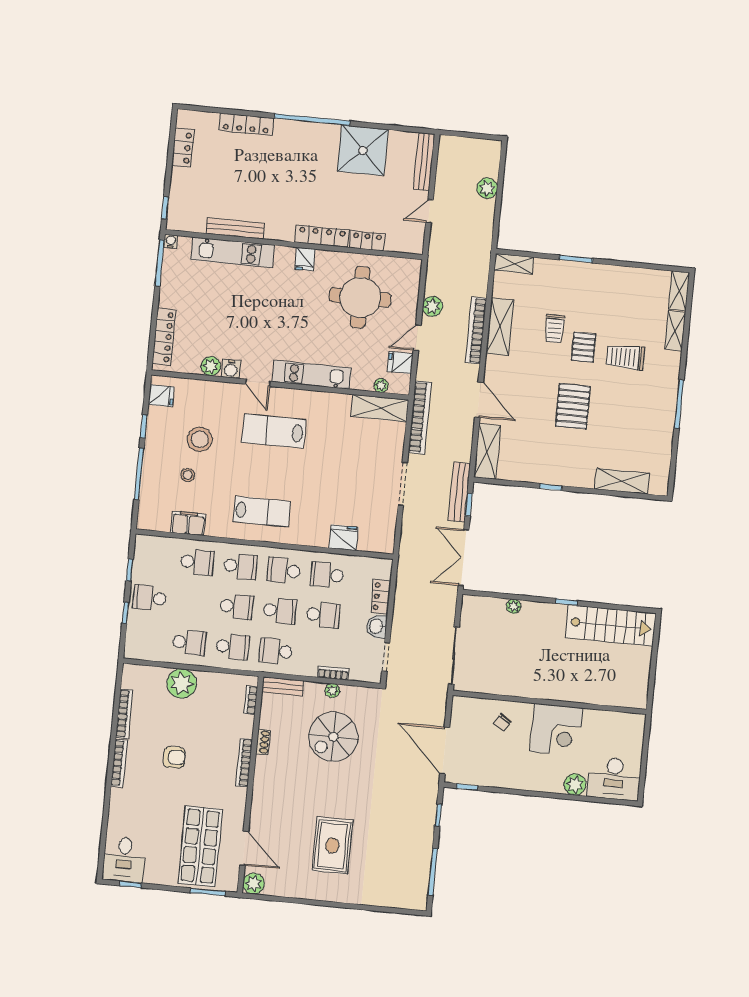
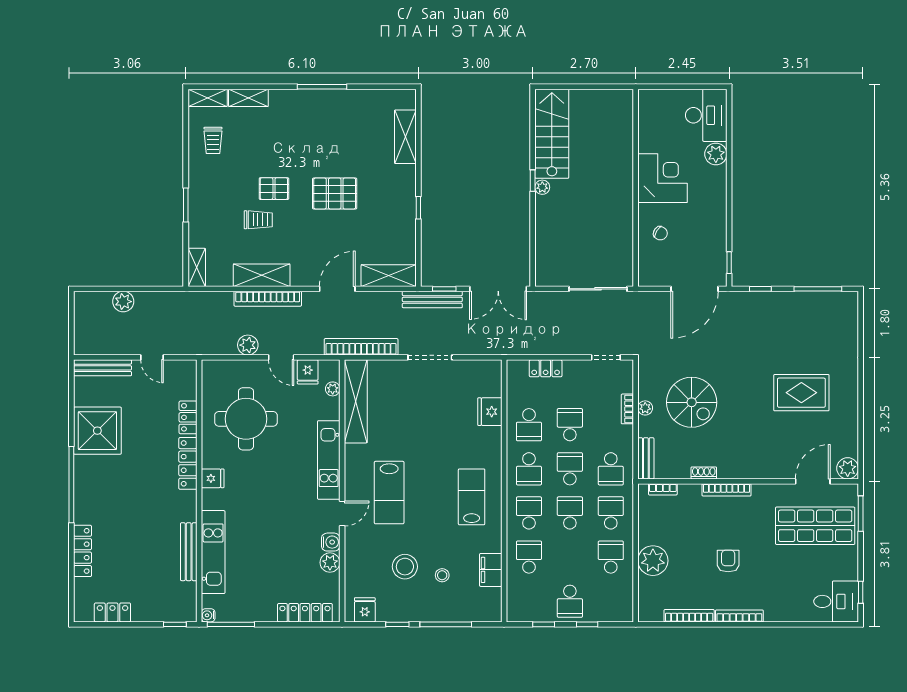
trolley: (625, 357) -> (213, 140), moved, width x0.73, depth x0.72
shelving: (380, 408) -> (356, 401), width x1.47
plant: (514, 606) -> (542, 187), moved
washbasin: (377, 626) -> (576, 370), removed

